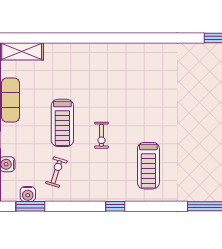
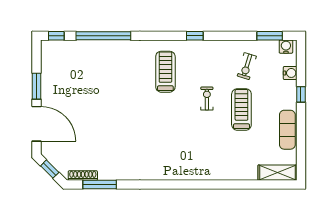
water cooler: (28, 194) -> (286, 47), moved

